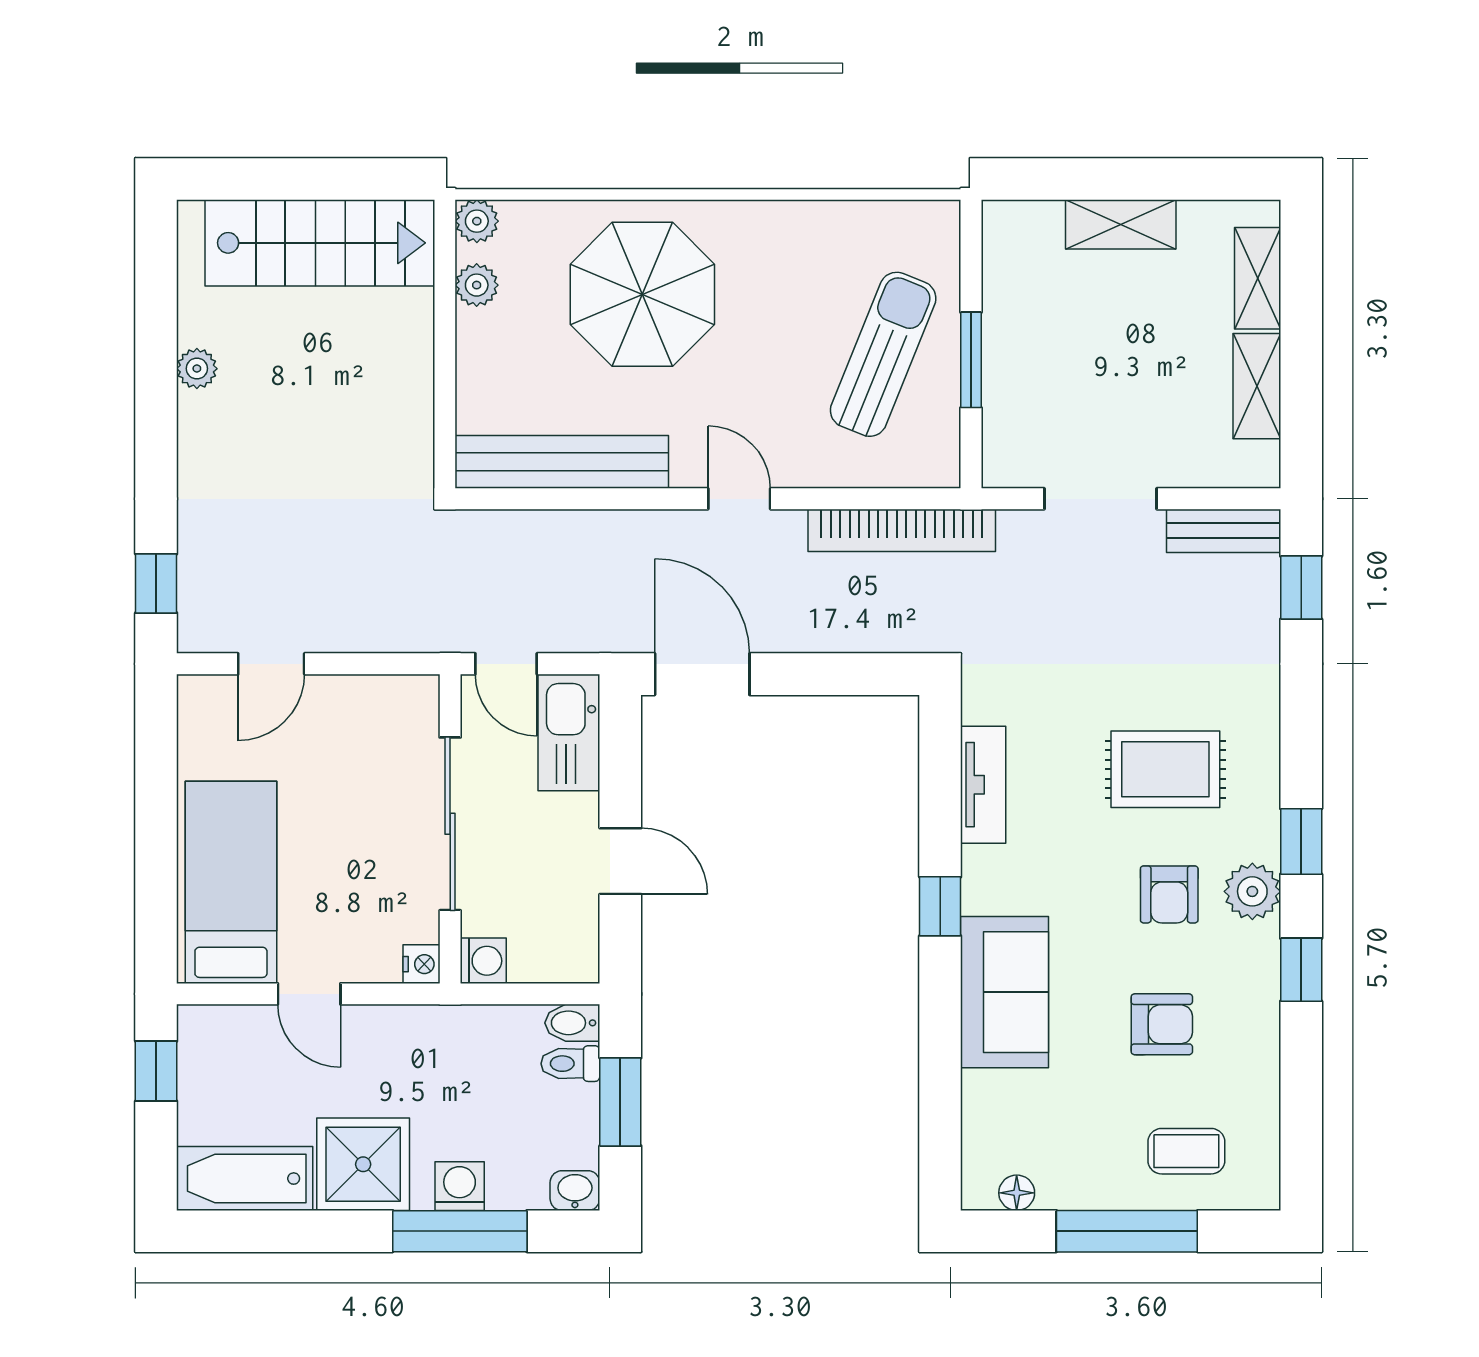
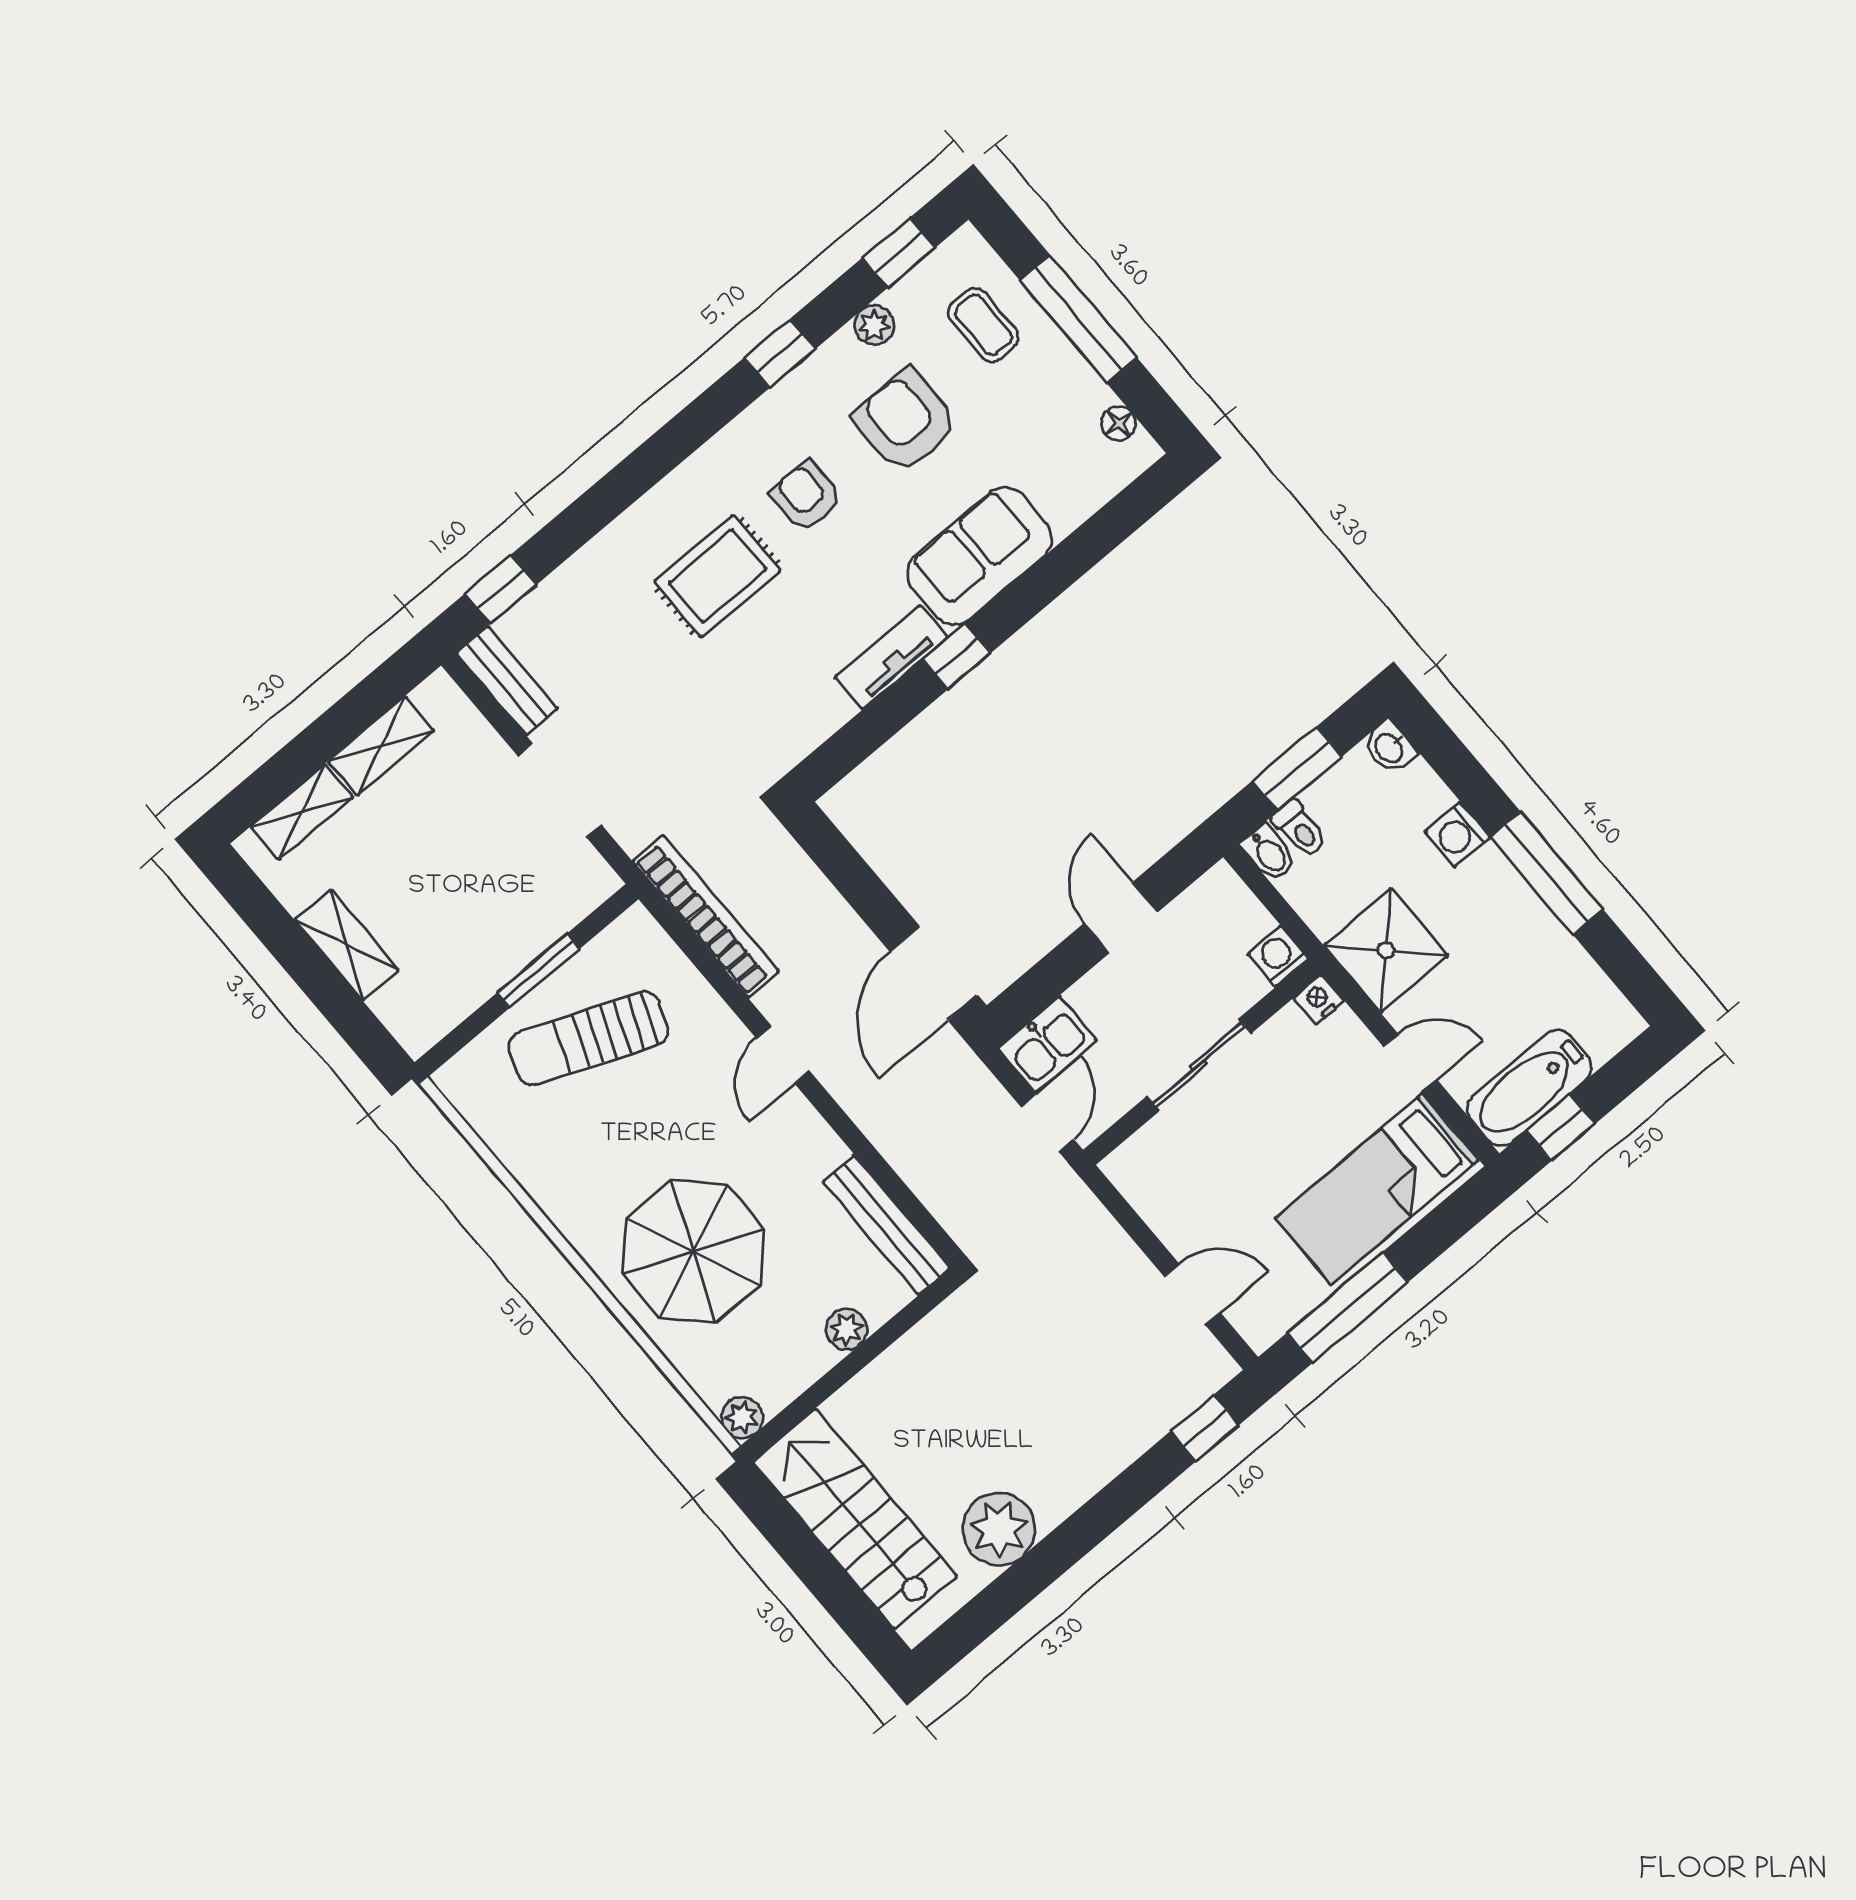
plant: (477, 285) -> (847, 1329), moved
plant: (197, 369) -> (999, 1529), width x1.87, depth x1.87
bench: (562, 462) -> (886, 1225), width x0.73, depth x0.82
kitchen sink: (569, 732) -> (1047, 1044), width x0.73
rug: (1165, 769) -> (717, 576), turned 90
window: (156, 779) -> (1348, 1307), added
tv unit: (983, 785) -> (891, 657), moved
sliding door: (450, 824) -> (1199, 1065), width x0.73
window: (1301, 841) -> (899, 253), moved
plant: (1252, 891) -> (874, 325), moved, width x0.73, depth x0.73
armchair: (1169, 894) -> (806, 496), turned -90
door: (309, 994) -> (1410, 1063), hinge flipped
armchair: (1162, 1024) -> (906, 421), width x1.38, depth x1.38
shower: (363, 1164) -> (1386, 950), moved
bathtub: (245, 1179) -> (1529, 1088), moved, turned 90
window: (460, 1231) -> (1547, 873), moved

